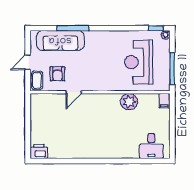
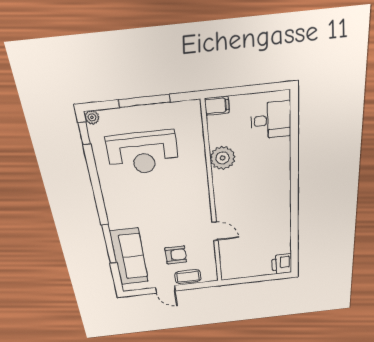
door: (74, 92) -> (215, 231), moved
wall: (100, 92) -> (212, 199), moved
filing cabinet: (164, 101) -> (217, 106), moved
plant: (129, 102) -> (223, 158), moved

